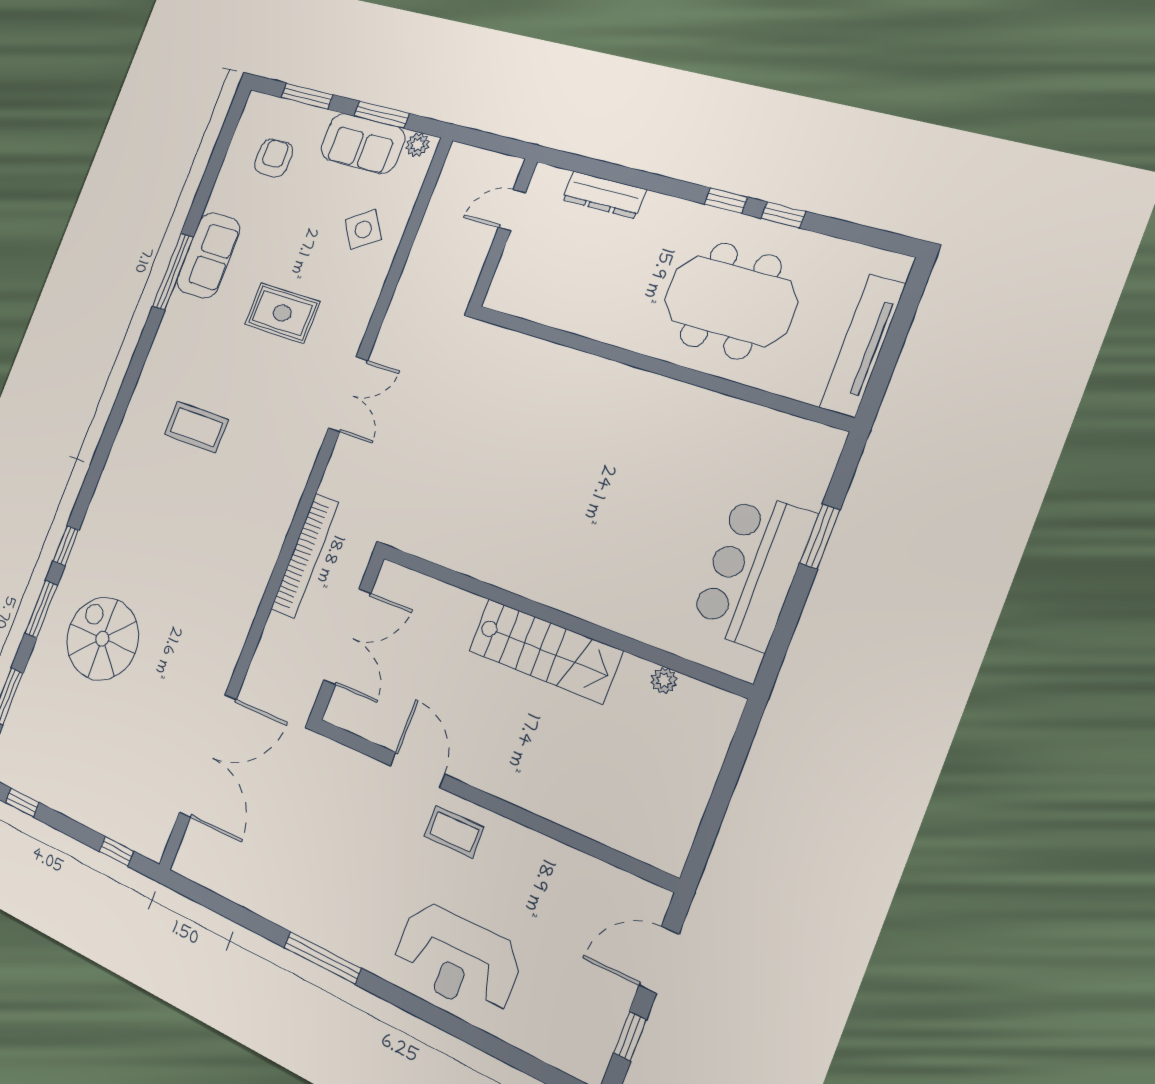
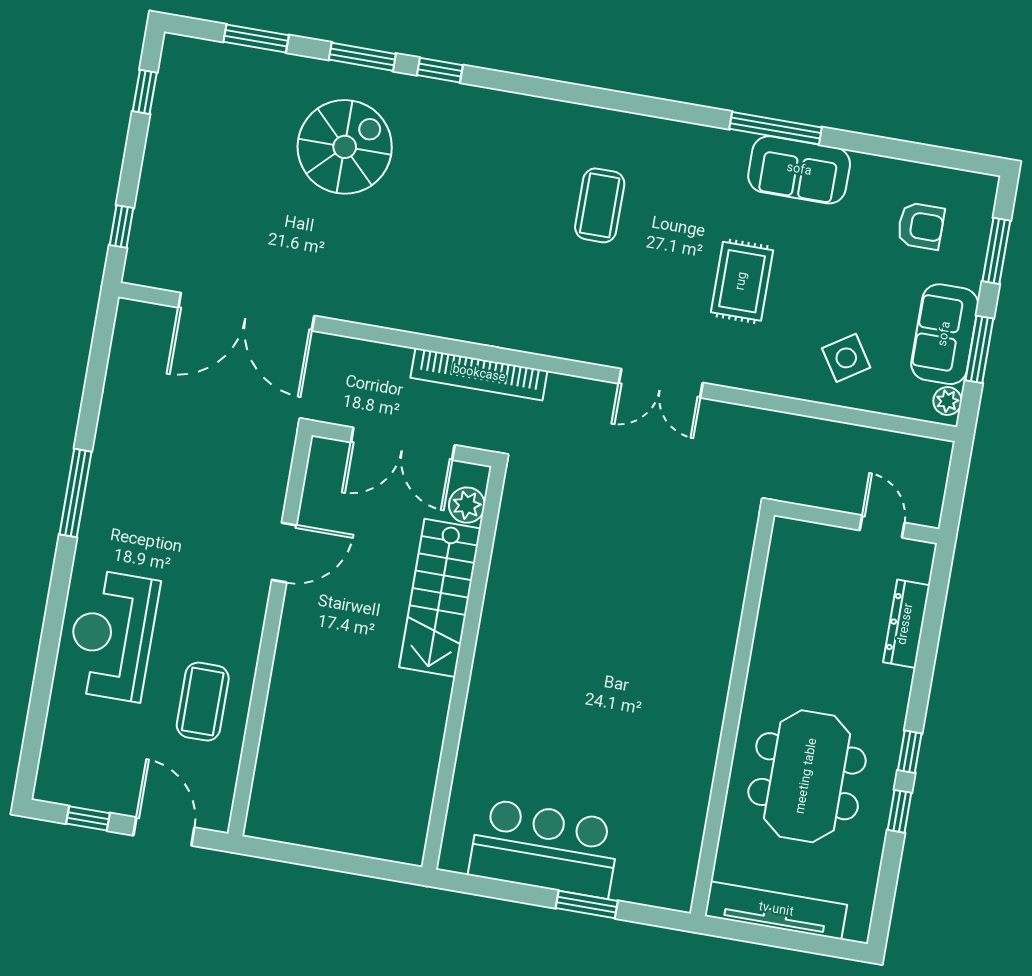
stairs: (545, 651) -> (440, 598), moved
plant: (664, 680) -> (467, 505), moved, width x1.38, depth x1.38
coffee table: (454, 832) -> (203, 702), moved, width x1.36, depth x1.30

